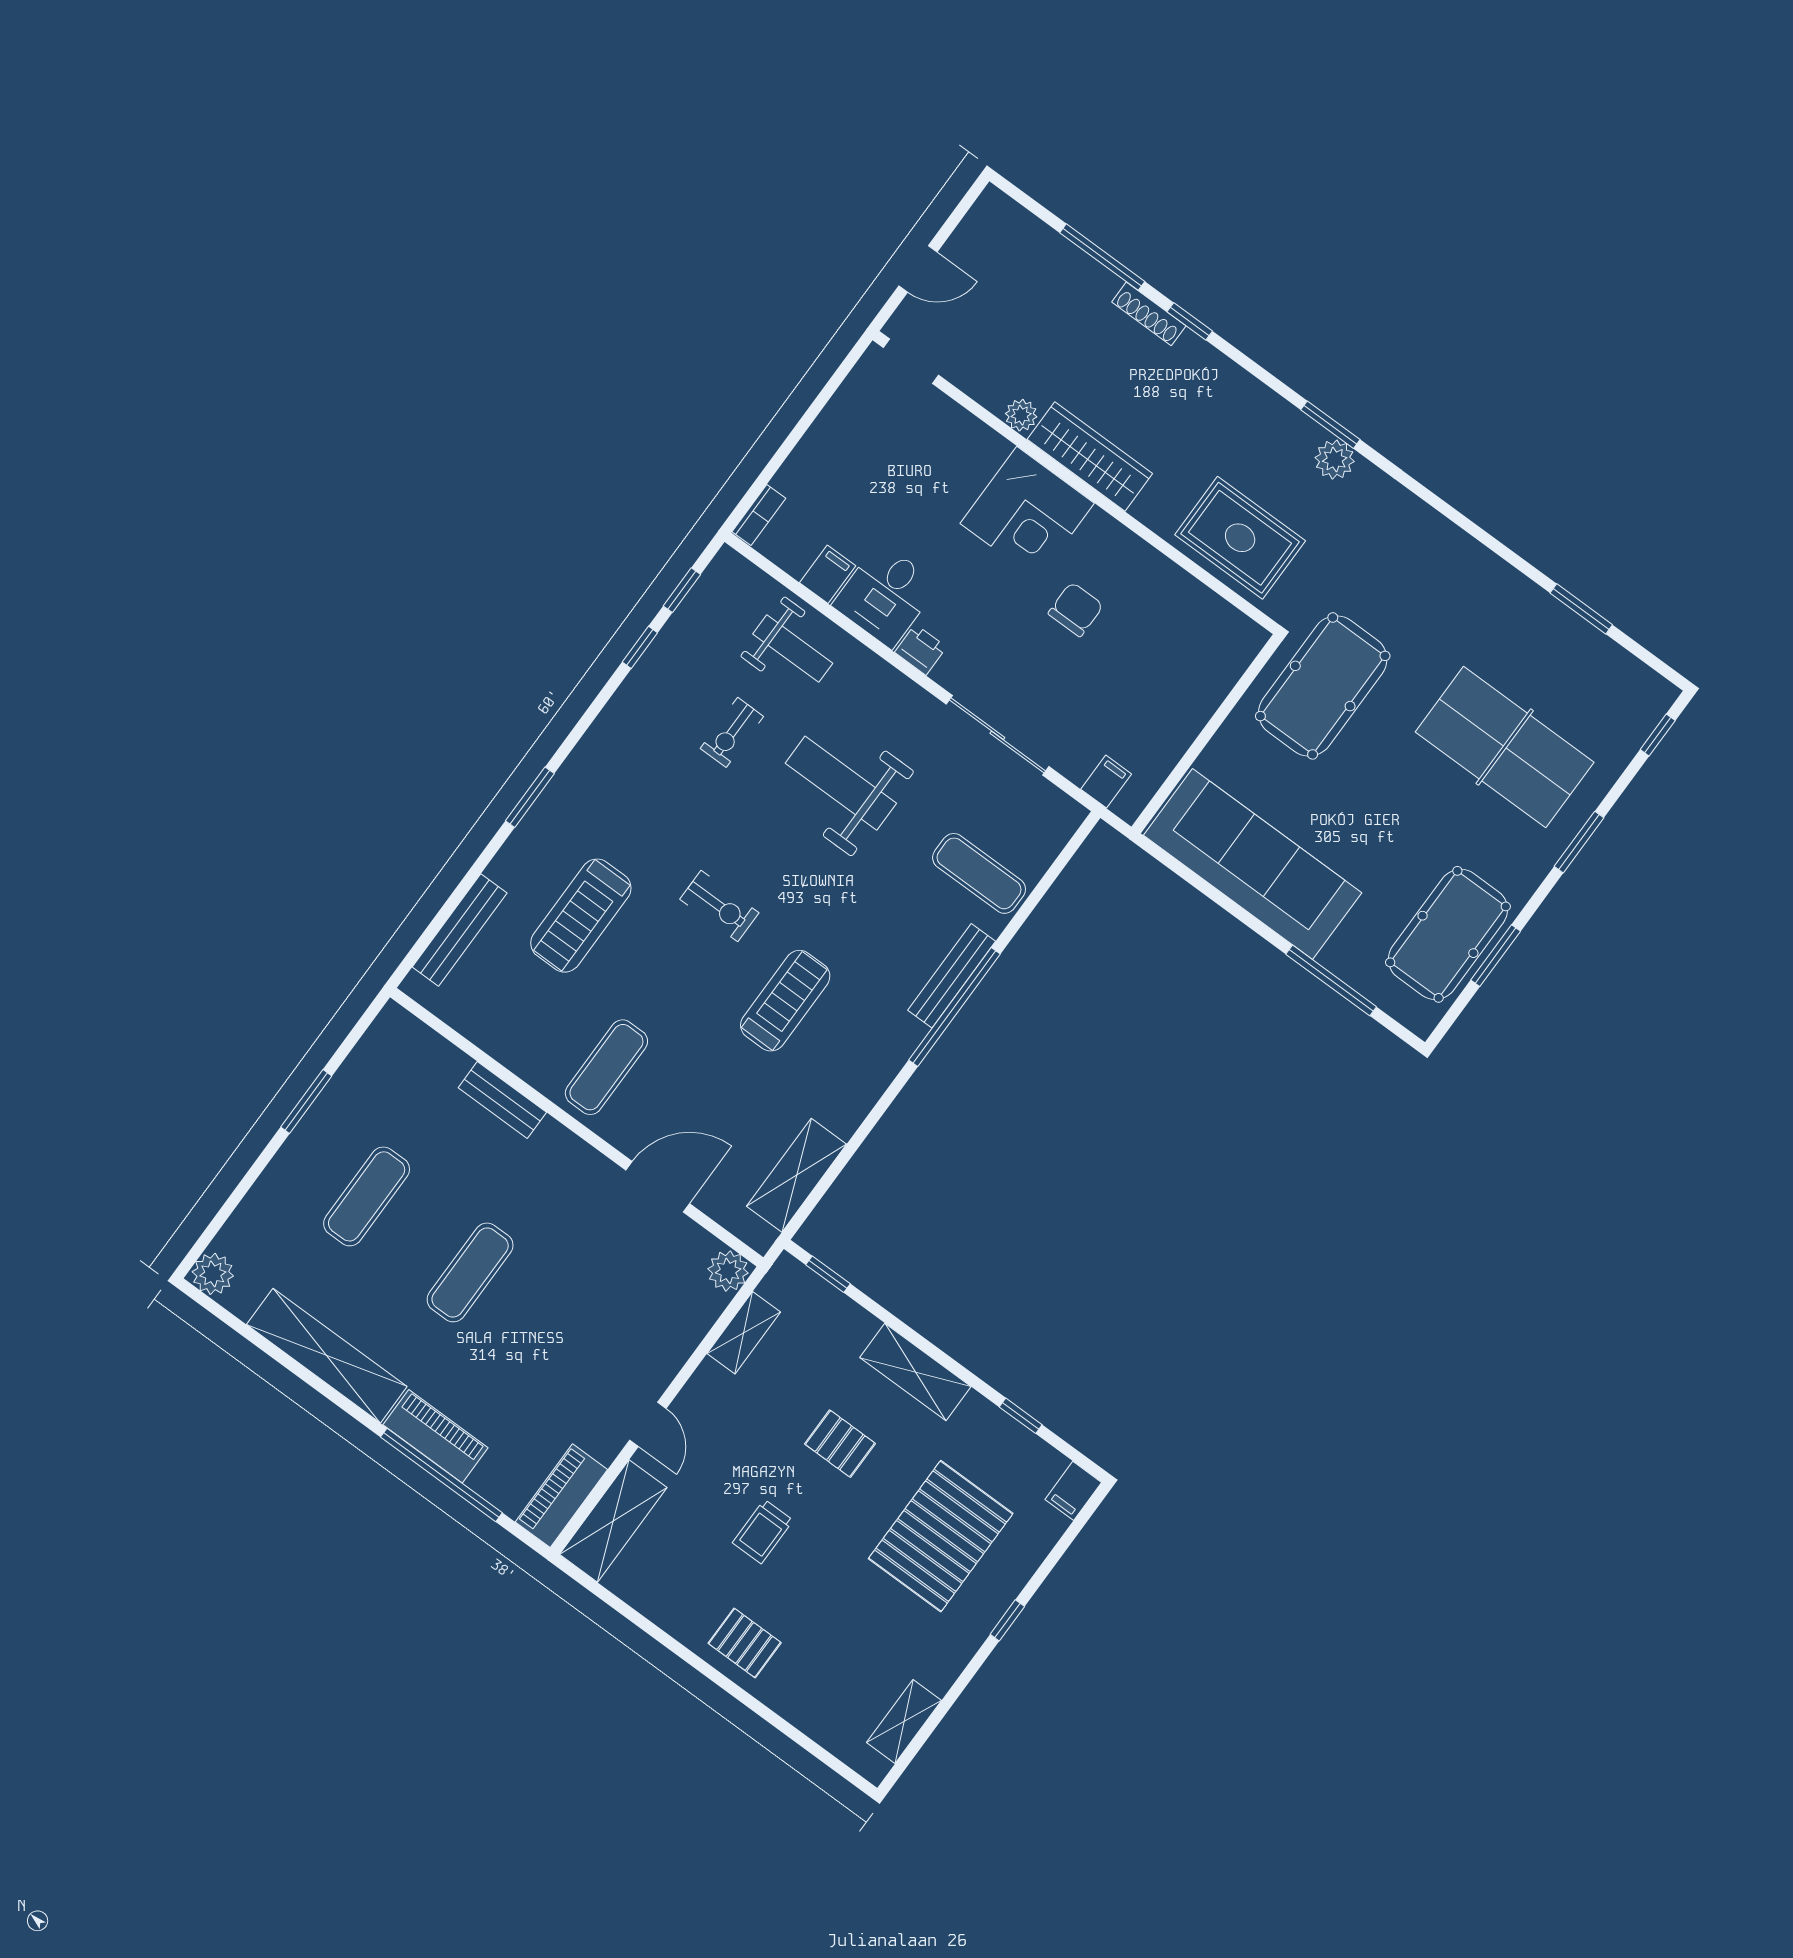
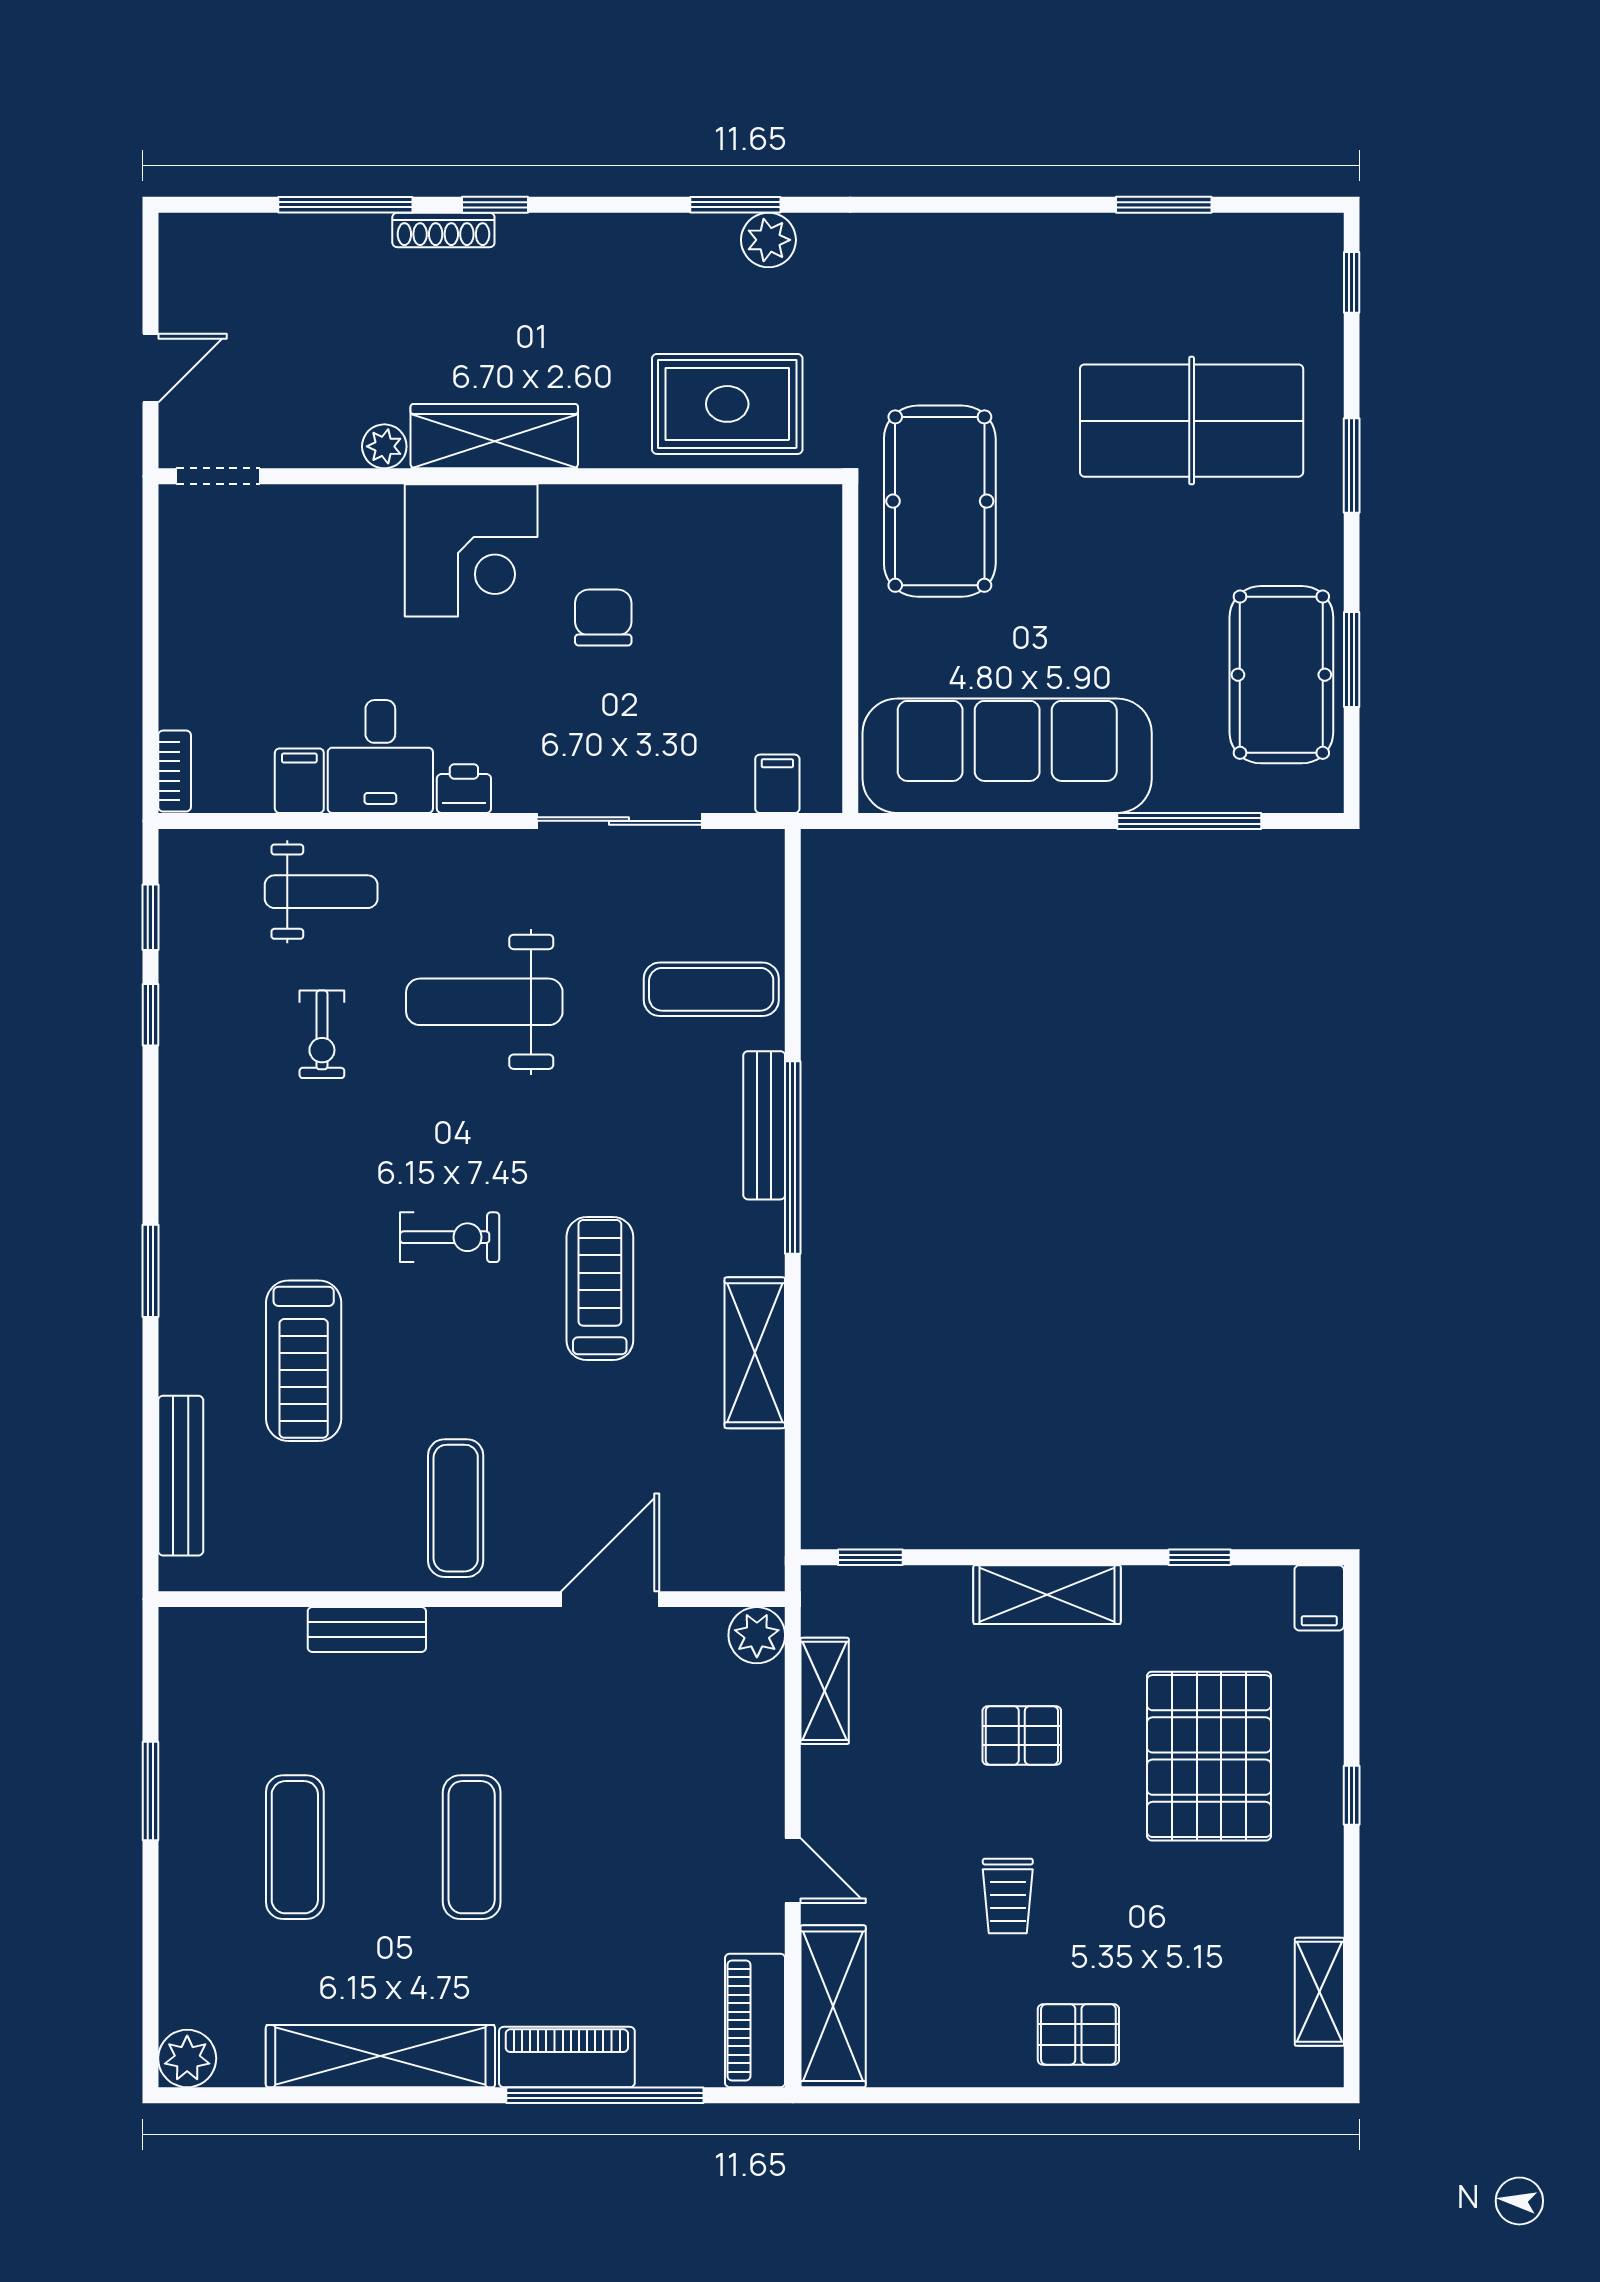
shelving: (797, 1175) -> (755, 1353), moved

